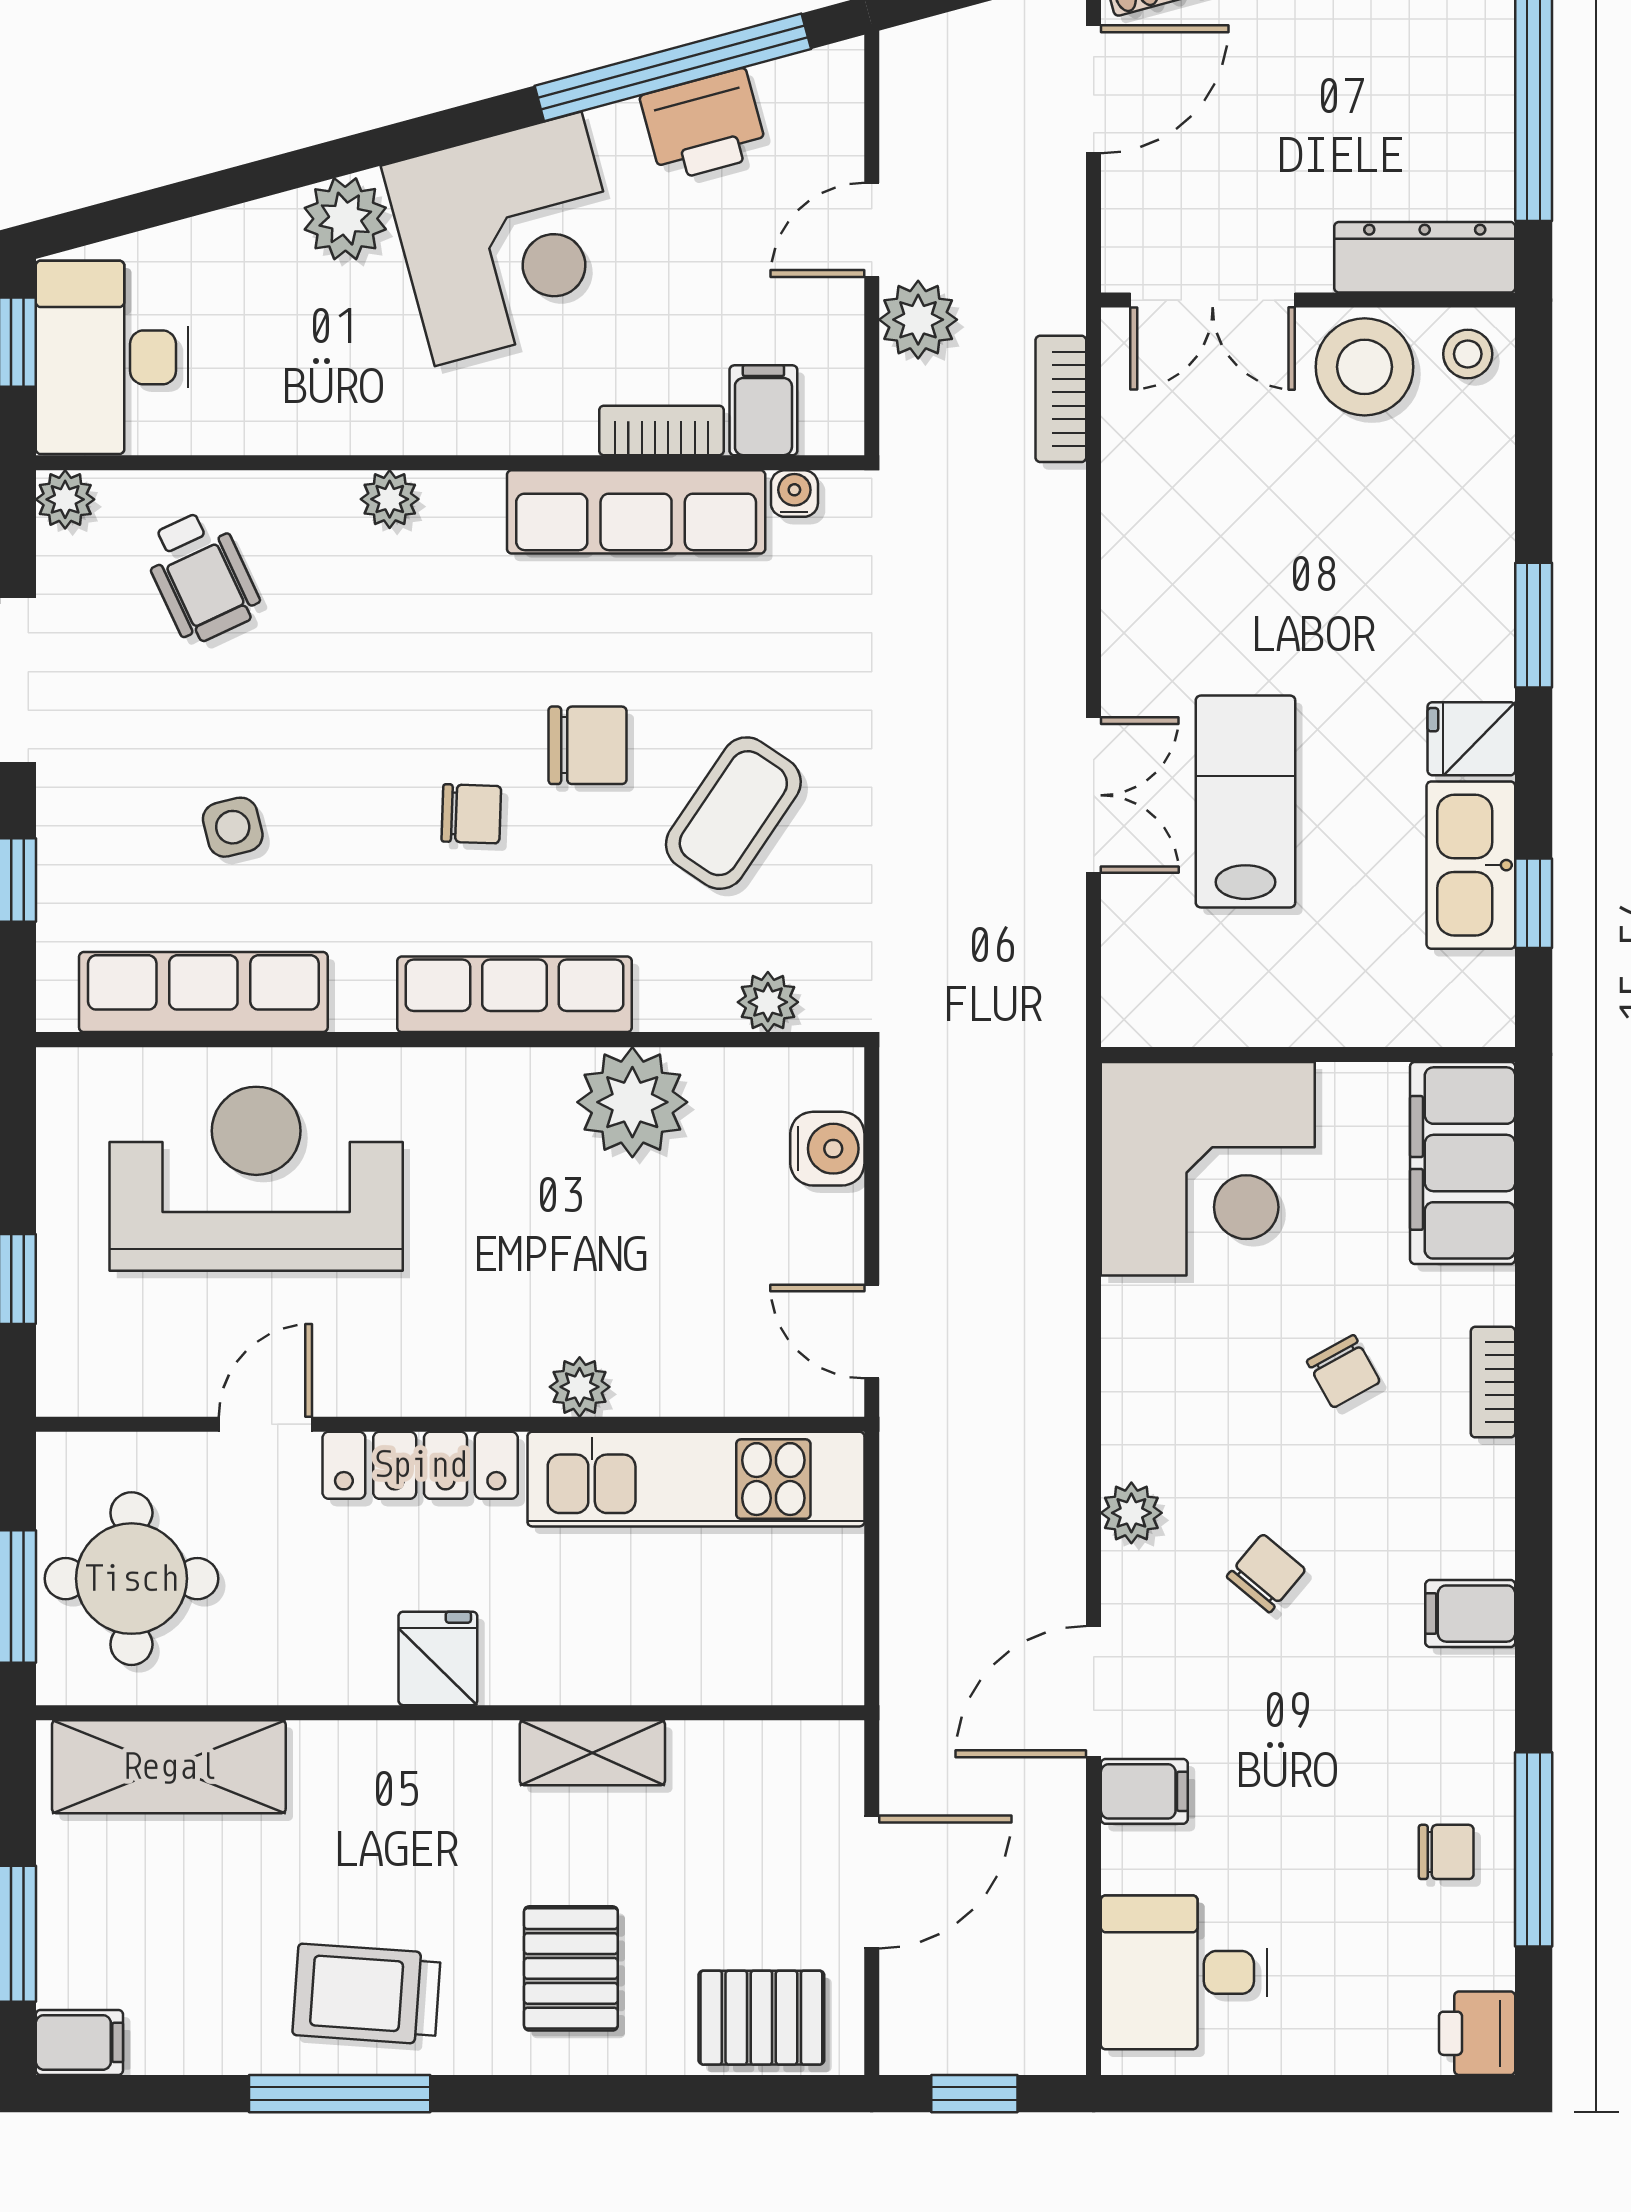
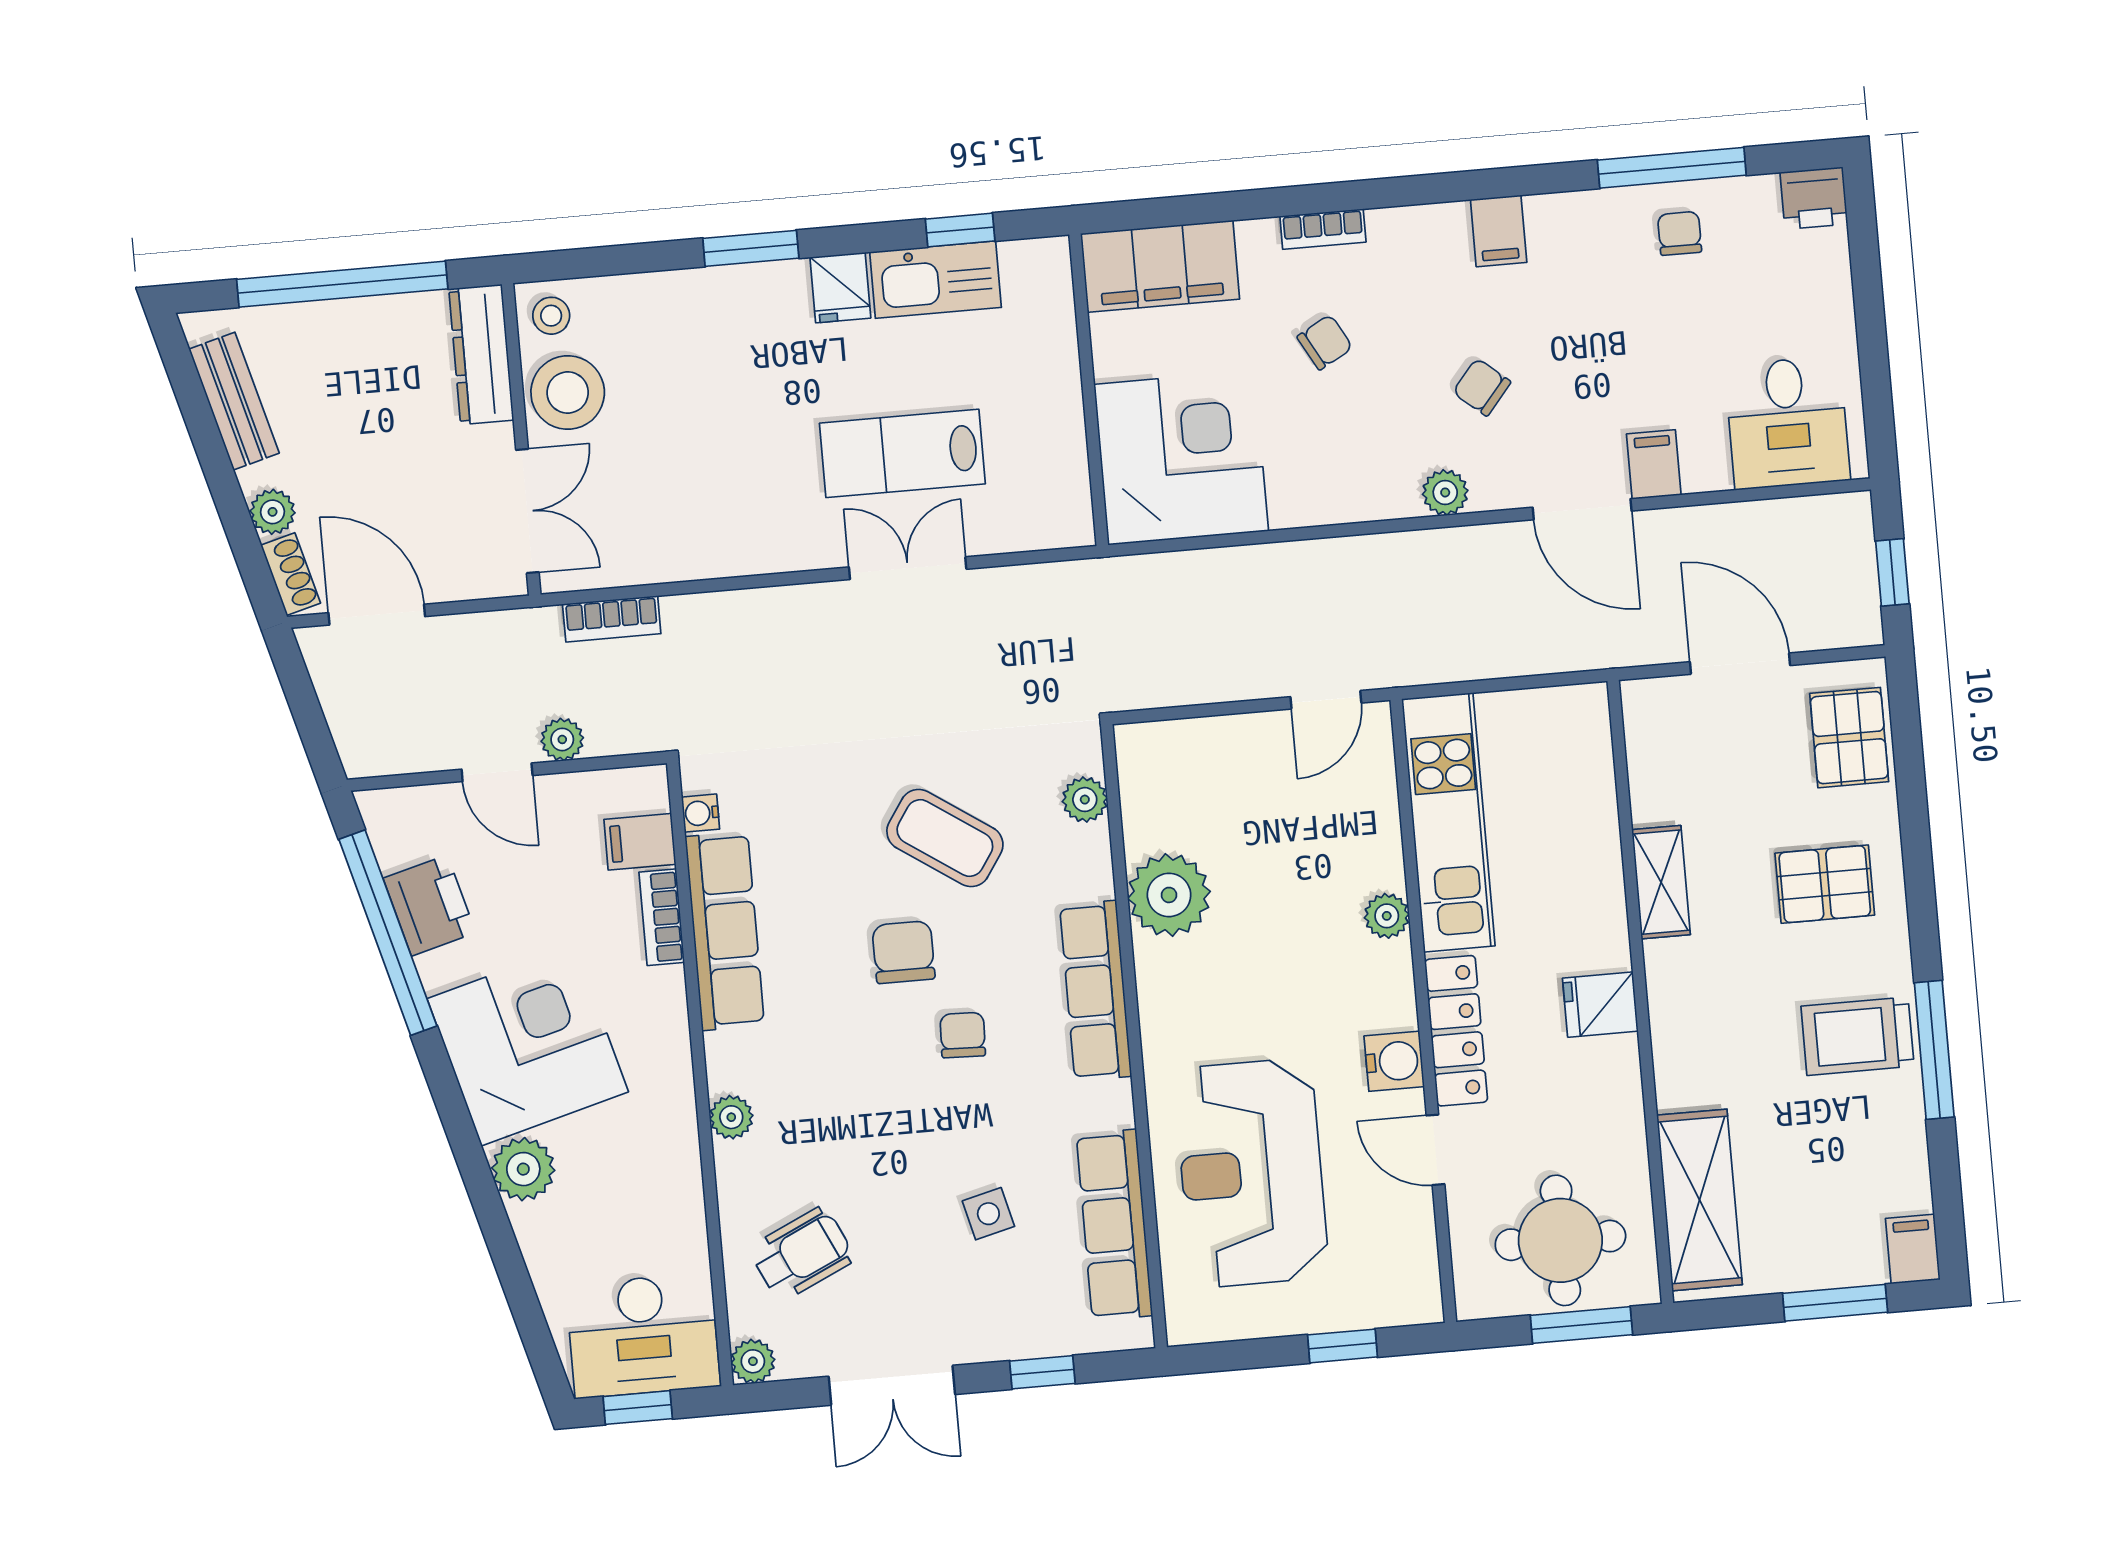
plant: (918, 320) -> (562, 739), width x0.73, depth x0.73
water cooler: (827, 1149) -> (1394, 1061), moved, turned 90
trolley: (367, 1994) -> (1858, 1036), turned 86

